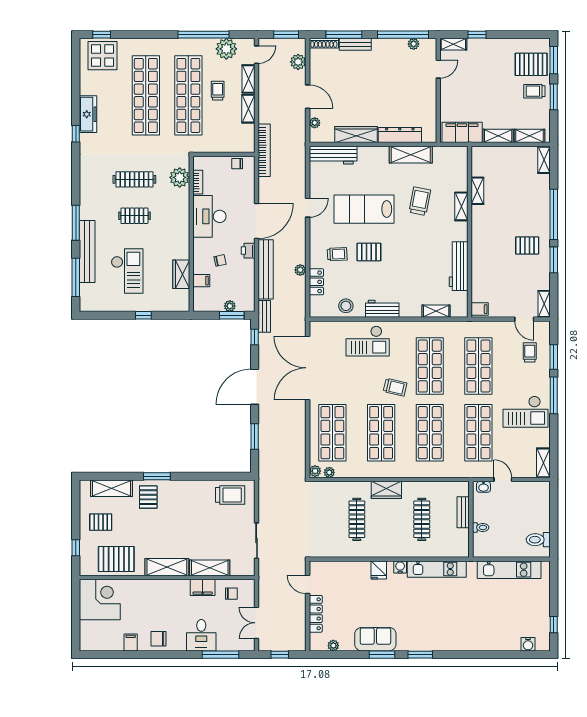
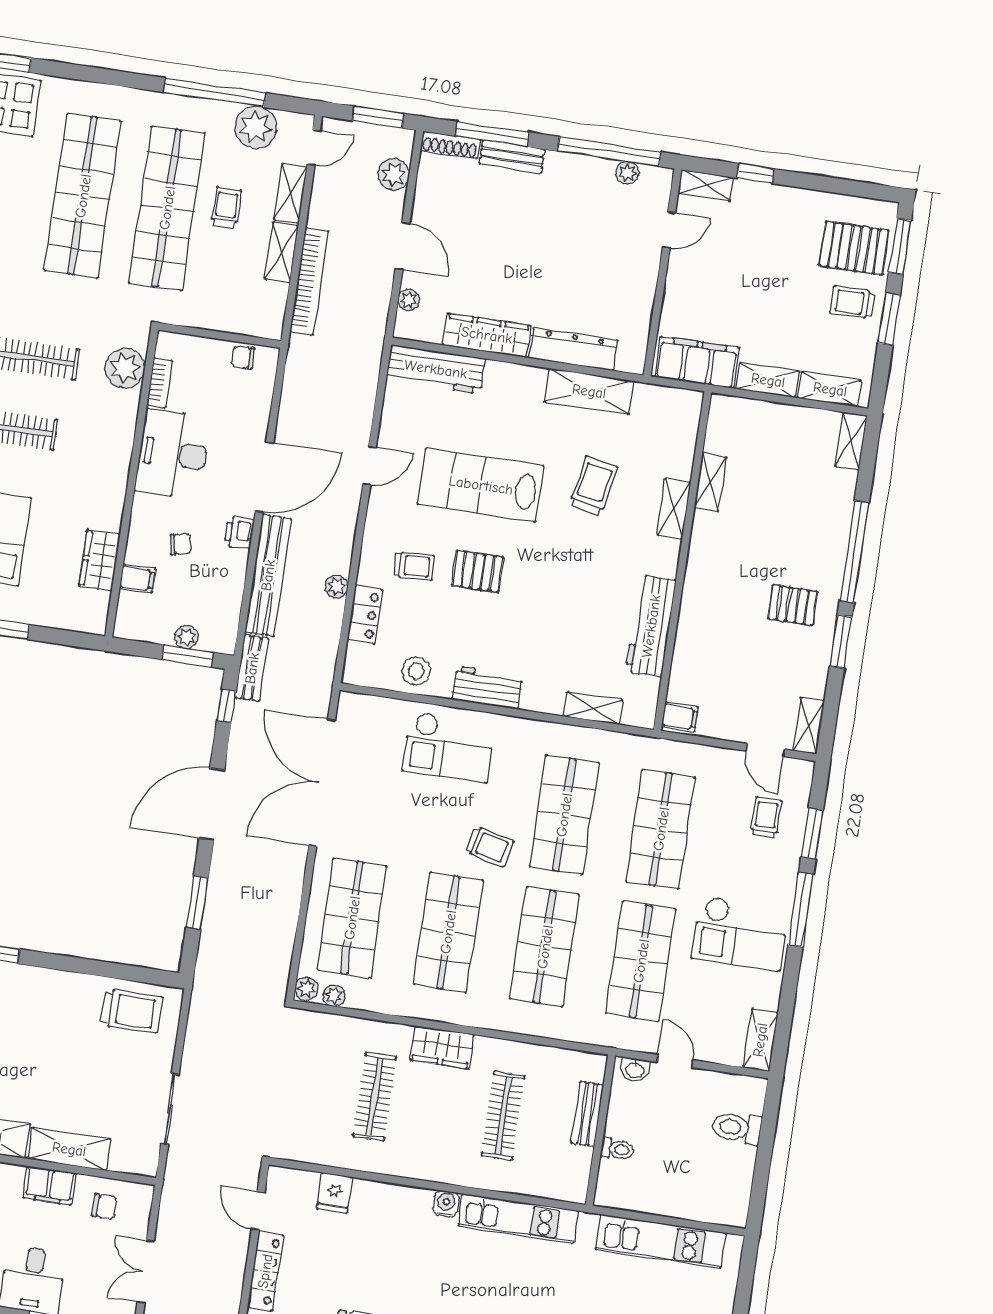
bookcase: (264, 150) -> (309, 281), moved
toilet: (538, 540) -> (737, 1128), moved
fridge: (379, 570) -> (335, 1193), moved

